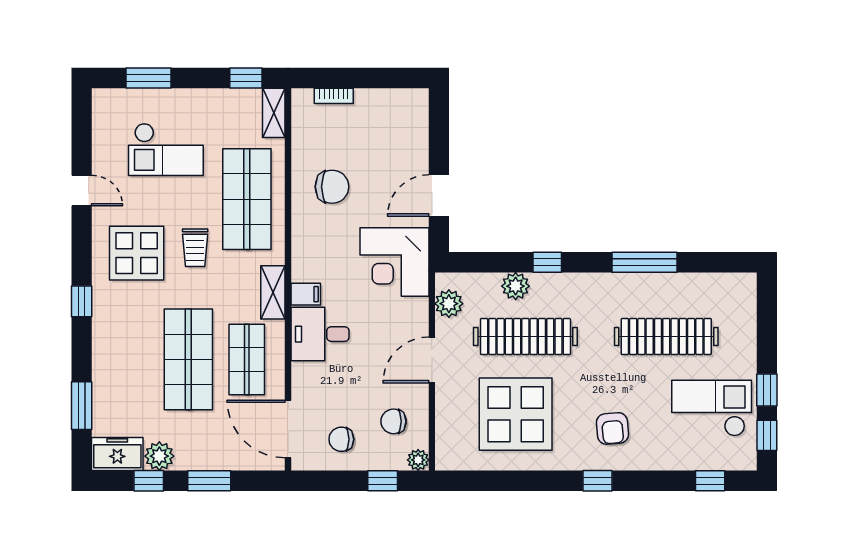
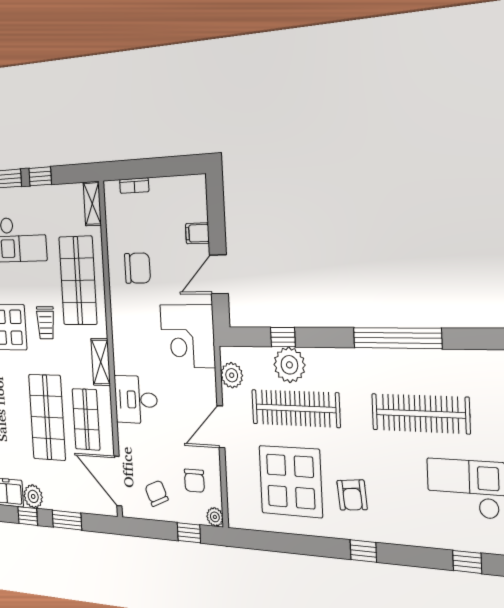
window: (246, 78) -> (40, 176), moved
window: (547, 262) -> (283, 337), moved
window: (645, 262) -> (397, 338), width x1.46
plant: (516, 286) -> (289, 365), width x1.36, depth x1.36
filing cabinet: (306, 294) -> (197, 233), moved, turned 180
chair: (394, 421) -> (194, 481), turned -90
armchair: (612, 428) -> (352, 495), moved
chair: (341, 439) -> (157, 493), turned 67

